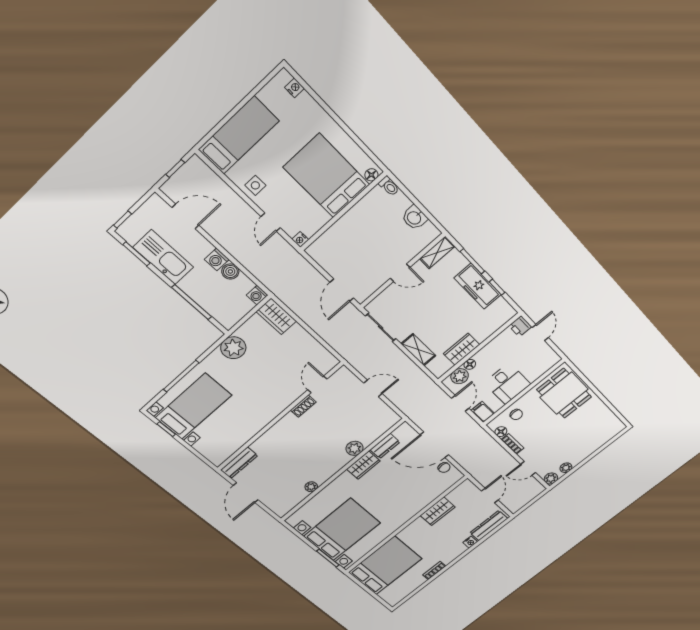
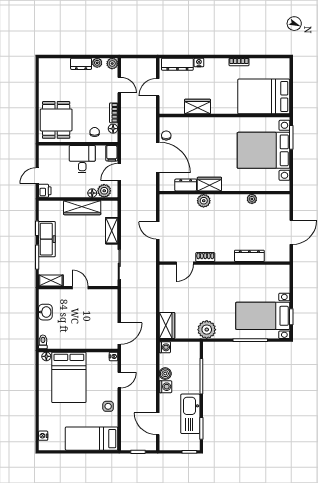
door: (342, 290) -> (119, 333), moved
wardrobe: (461, 349) -> (82, 208), width x1.50
dresser: (581, 455) -> (81, 64), added
dresser: (239, 463) -> (249, 256), moved

